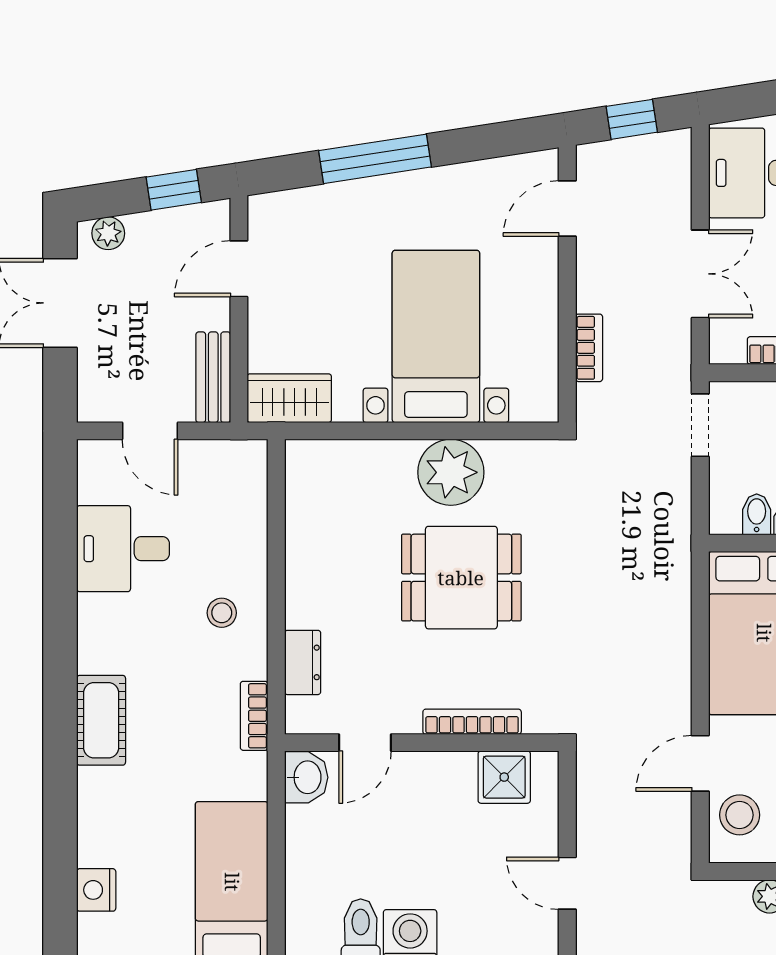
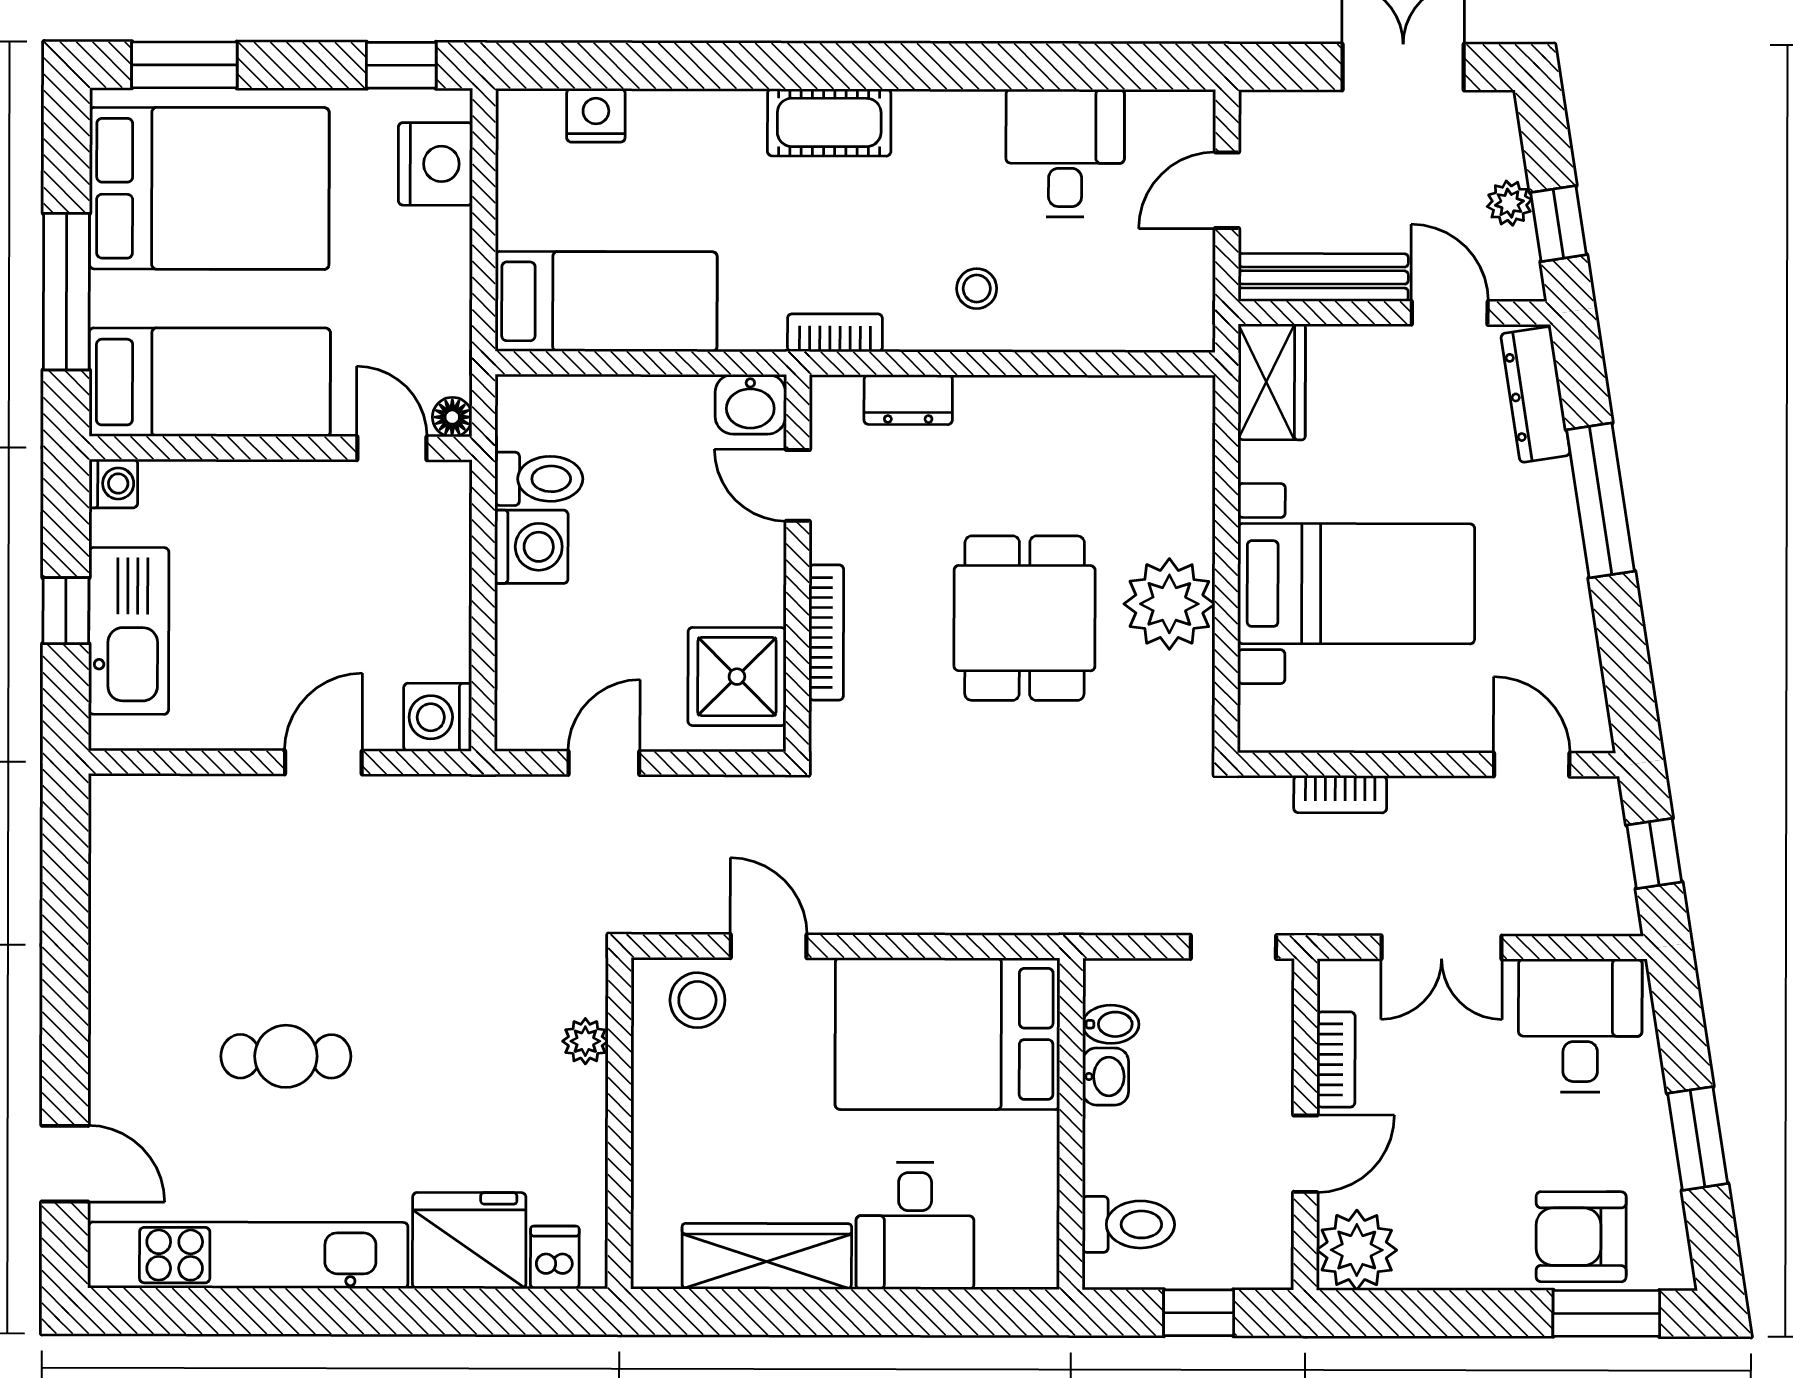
dresser: (298, 206) -> (1535, 394), added
plant: (108, 233) -> (1509, 203), moved
bench: (213, 377) -> (1323, 277), width x1.36
shower: (504, 777) -> (737, 677), width x1.36, depth x1.36

